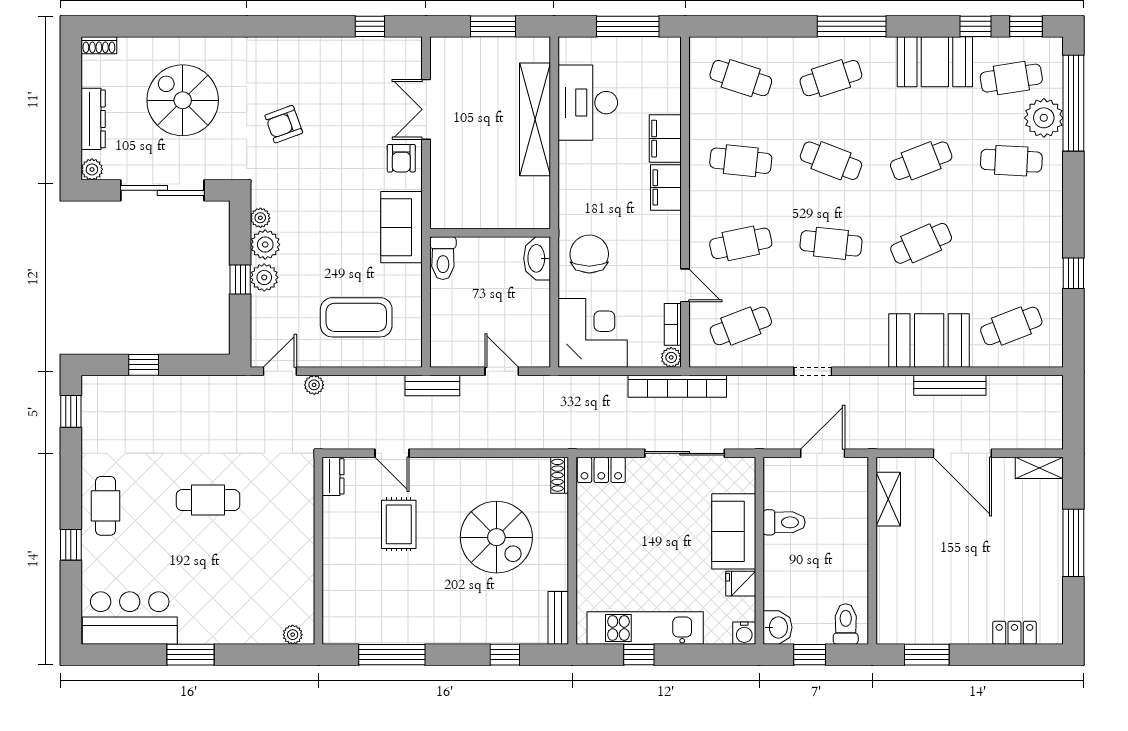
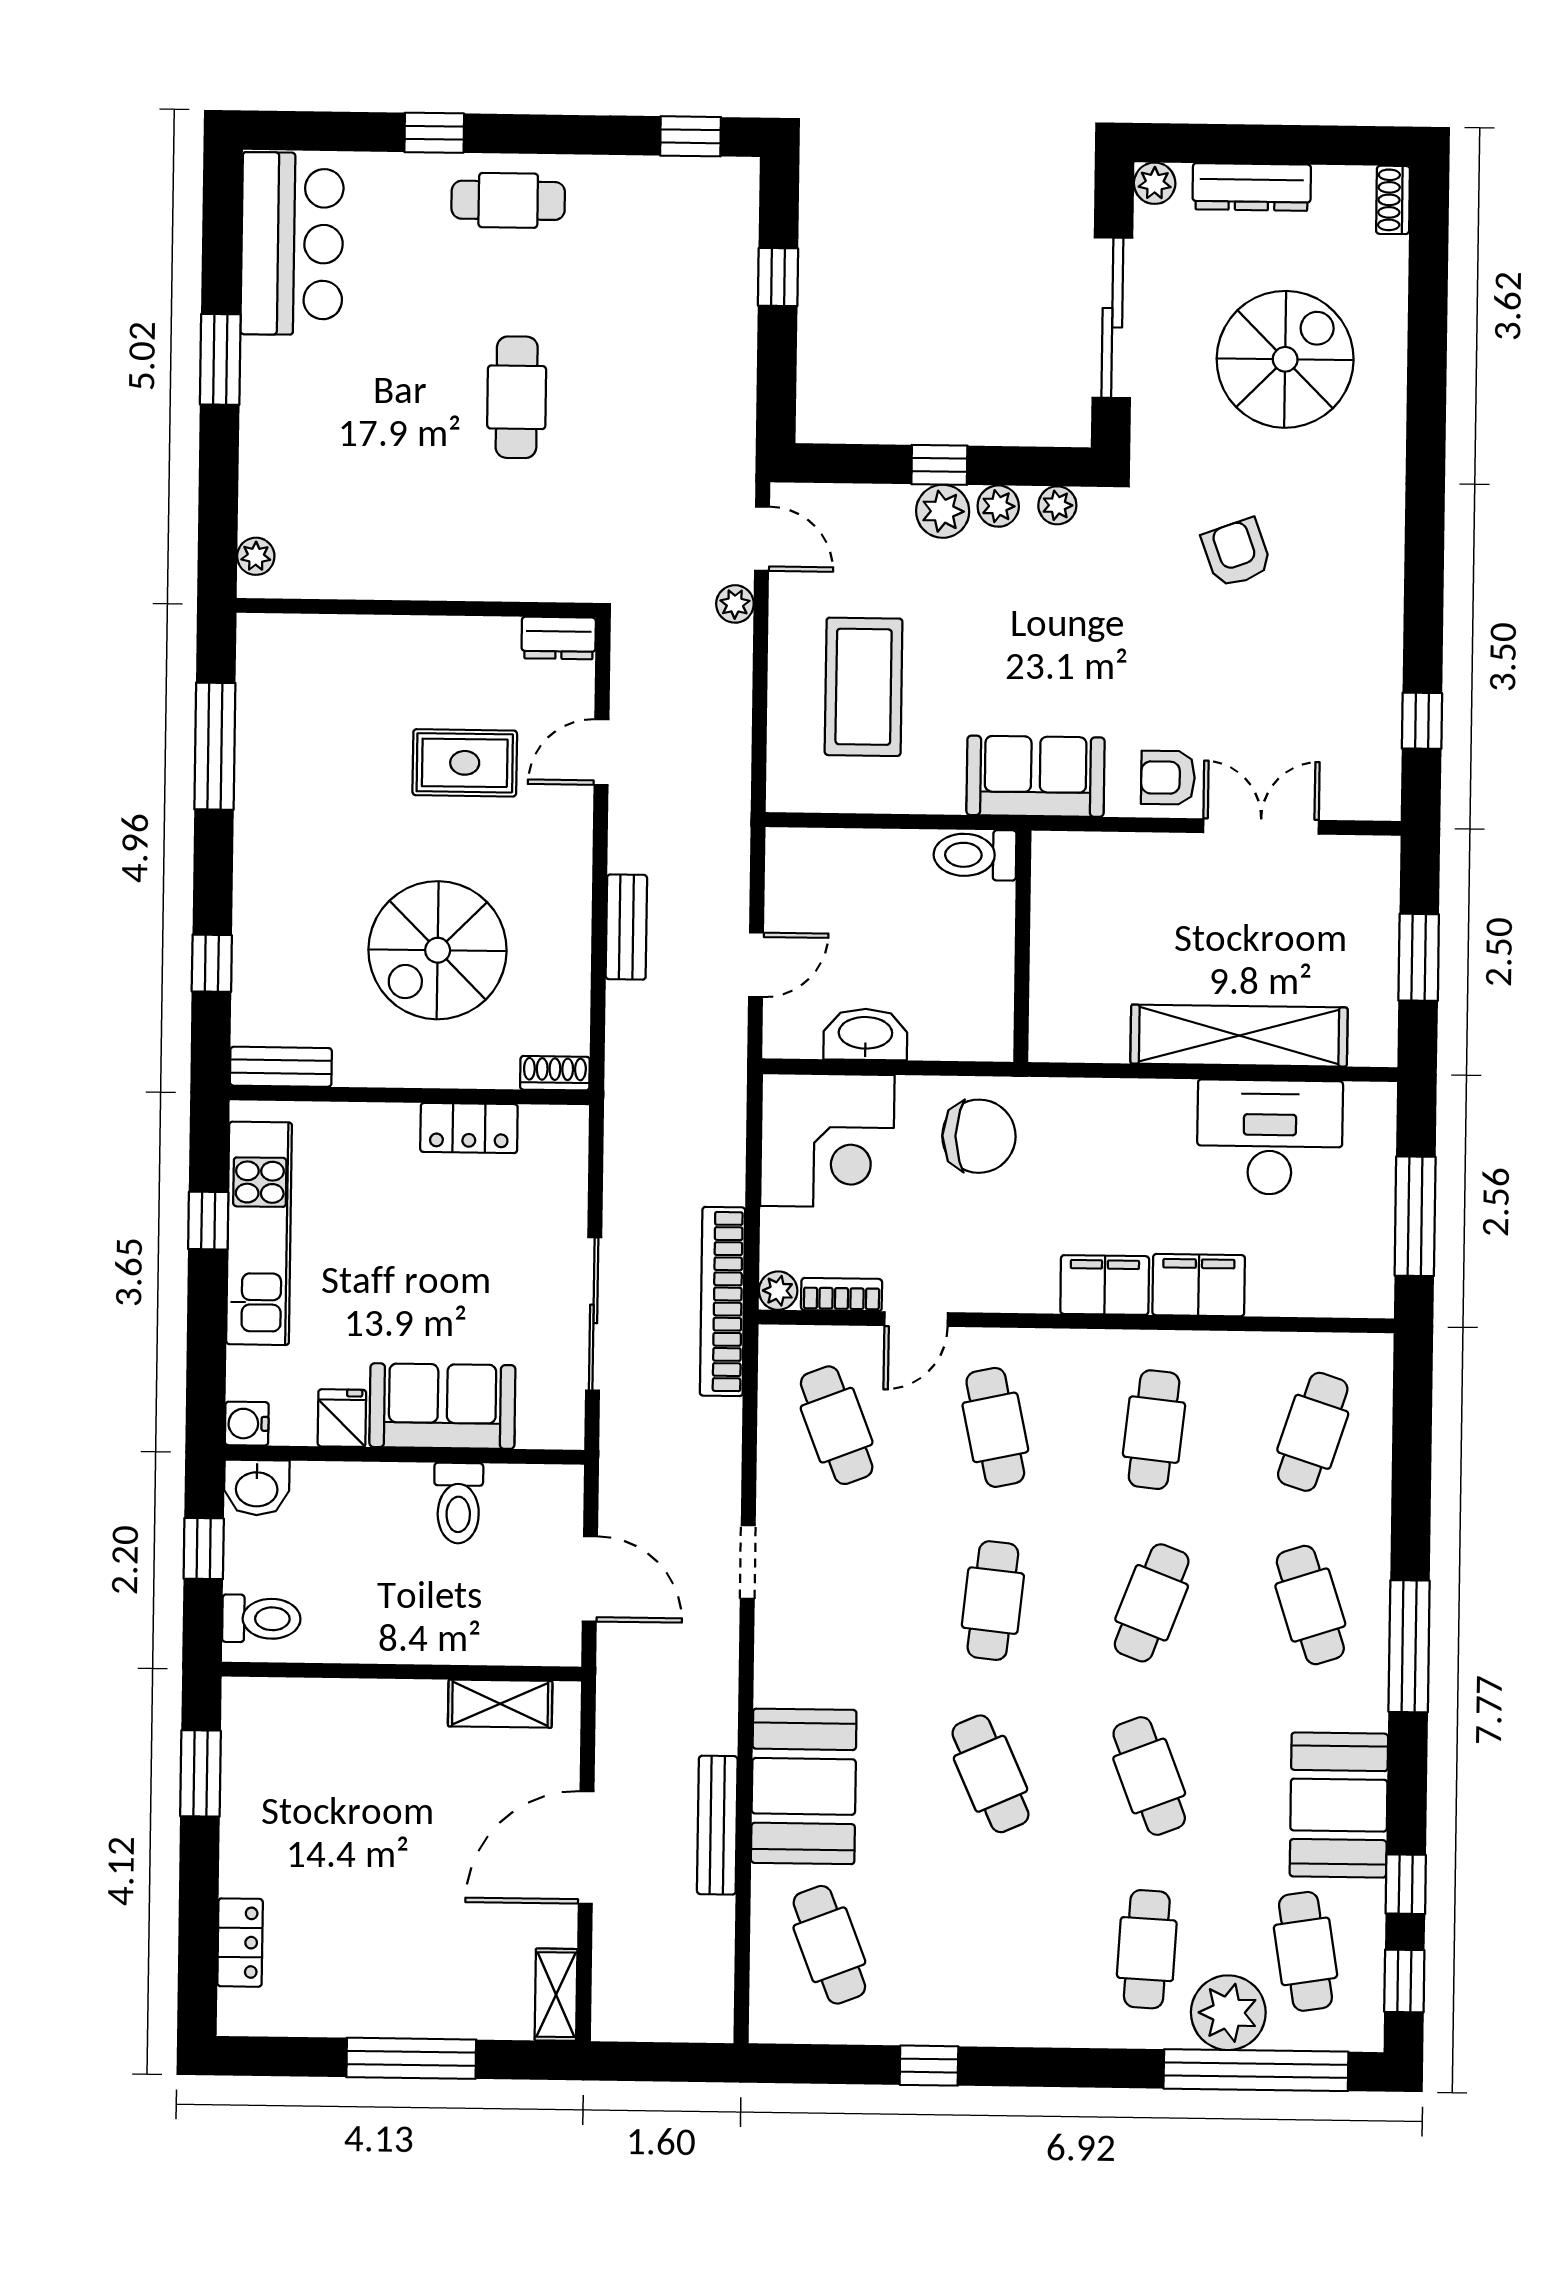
plant: (265, 245) -> (998, 506), width x0.73, depth x0.73
washbasin: (537, 258) -> (865, 1034), moved
bench: (432, 386) -> (626, 927), moved
locker: (601, 470) -> (469, 1128), moved, turned -90

